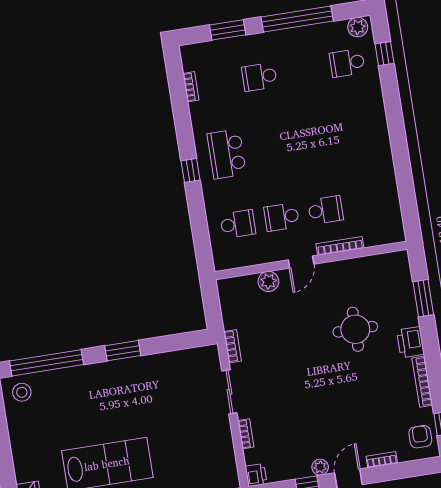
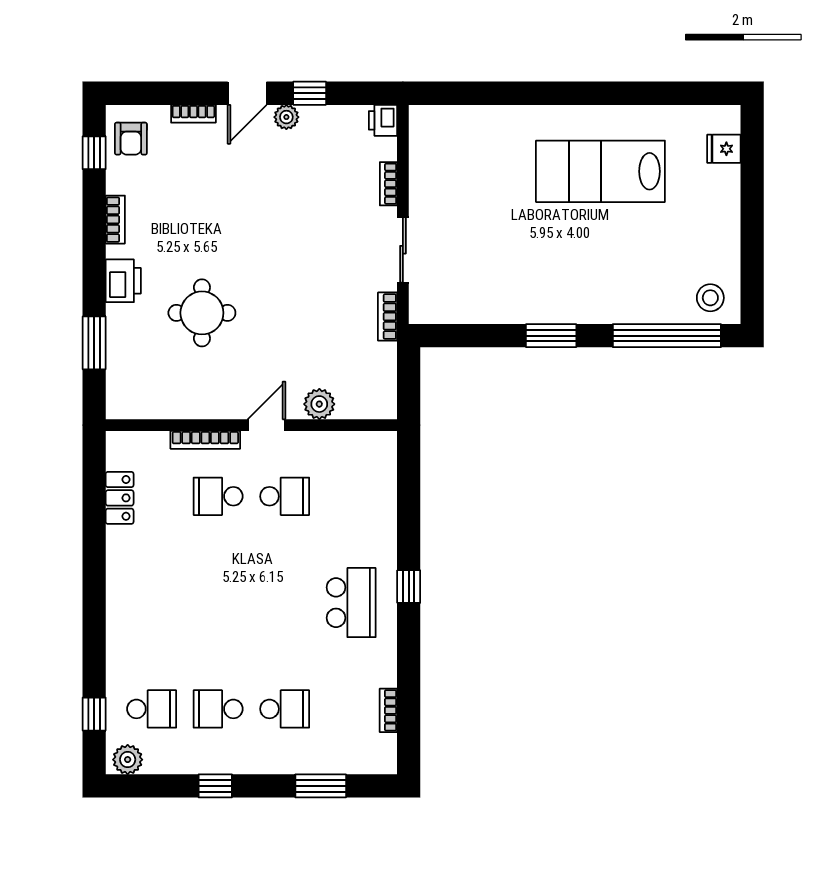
window: (297, 19) -> (215, 786), width x0.32
locker: (390, 199) -> (120, 498), added
school desk: (238, 224) -> (218, 709), moved
bookcase: (422, 382) -> (115, 220), width x0.64

